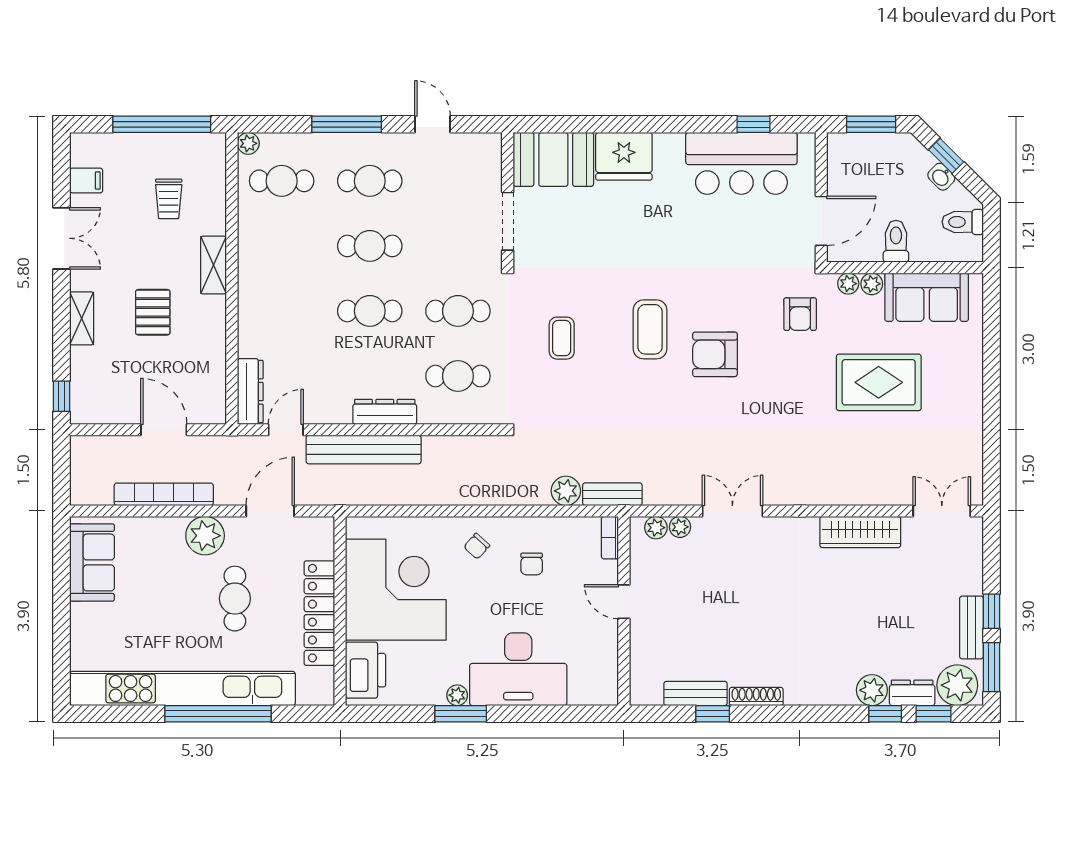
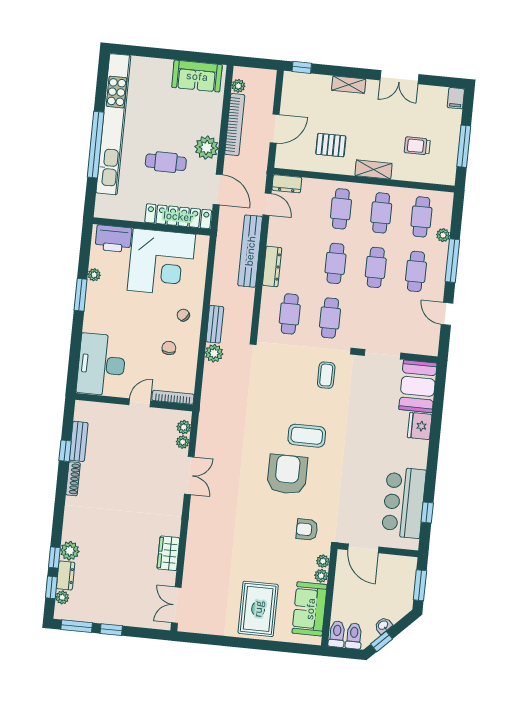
window: (162, 124) -> (464, 146), width x0.68
door: (433, 124) -> (447, 314), swing flipped
plant: (248, 143) -> (443, 235), moved
fridge: (624, 156) -> (420, 426), width x0.73, depth x0.75
window: (946, 156) -> (381, 641), moved
filing cabinet: (86, 180) -> (456, 98), moved
toilet: (896, 241) -> (337, 634), moved, turned -90
cafe table: (282, 246) -> (381, 213), added
cafe table: (282, 311) -> (341, 209), added
pallet: (153, 312) -> (331, 145), moved
coffee table: (562, 338) -> (326, 375), moved, turned 90
armchair: (715, 354) -> (287, 474), width x1.36, depth x1.36
rug: (879, 382) -> (258, 609), moved
dresser: (250, 392) -> (287, 184), width x0.70
plant: (566, 491) -> (214, 353), moved
bench: (612, 494) -> (215, 324), moved
plant: (101, 495) -> (238, 86), added
double door: (942, 511) -> (176, 605), swing flipped
wardrobe: (860, 532) -> (168, 553), width x0.67
bookcase: (610, 538) -> (173, 397), width x1.56
chair: (532, 564) -> (169, 348), turned 90
locker: (319, 613) -> (178, 216), moved
bench: (971, 627) -> (102, 616), removed
desk: (518, 669) -> (101, 365), moved
plant: (957, 685) -> (62, 597), width x0.53, depth x0.53
plant: (457, 695) -> (94, 275), moved

